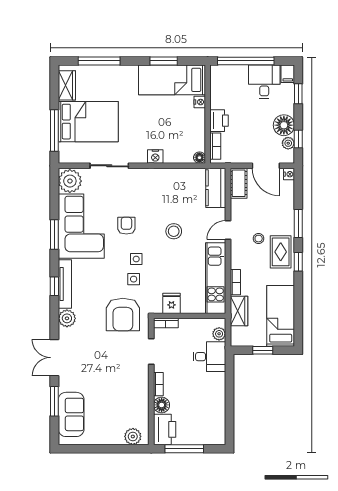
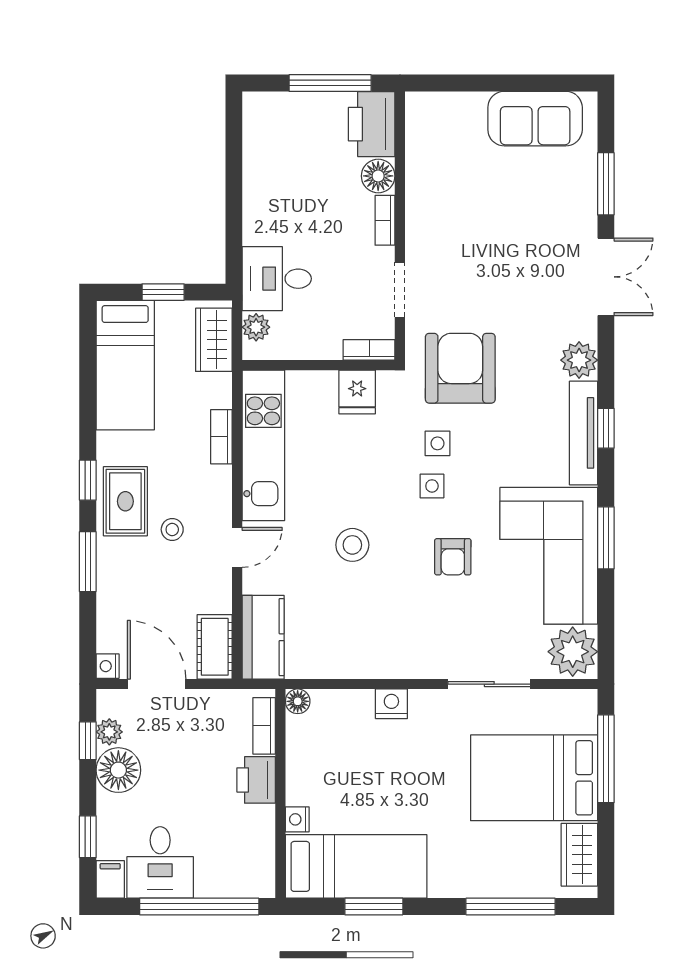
wardrobe: (239, 311) -> (214, 340), moved
sofa: (71, 414) -> (535, 119), moved, turned -90
plant: (133, 436) -> (439, 109), removed

